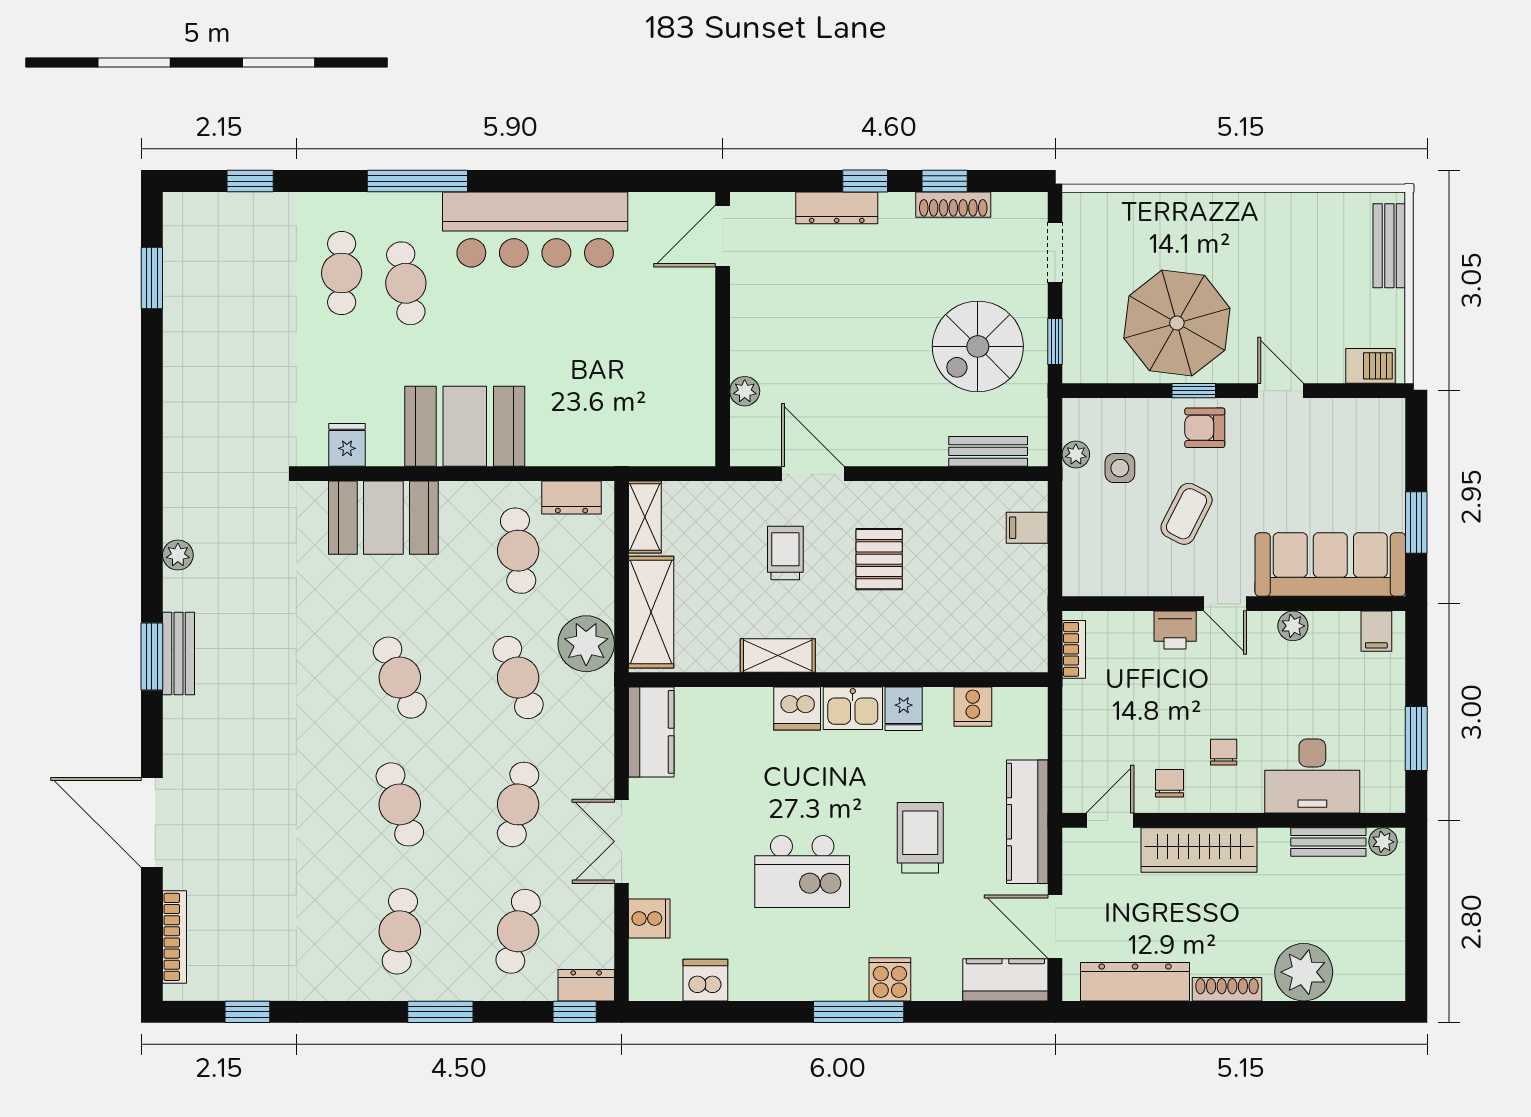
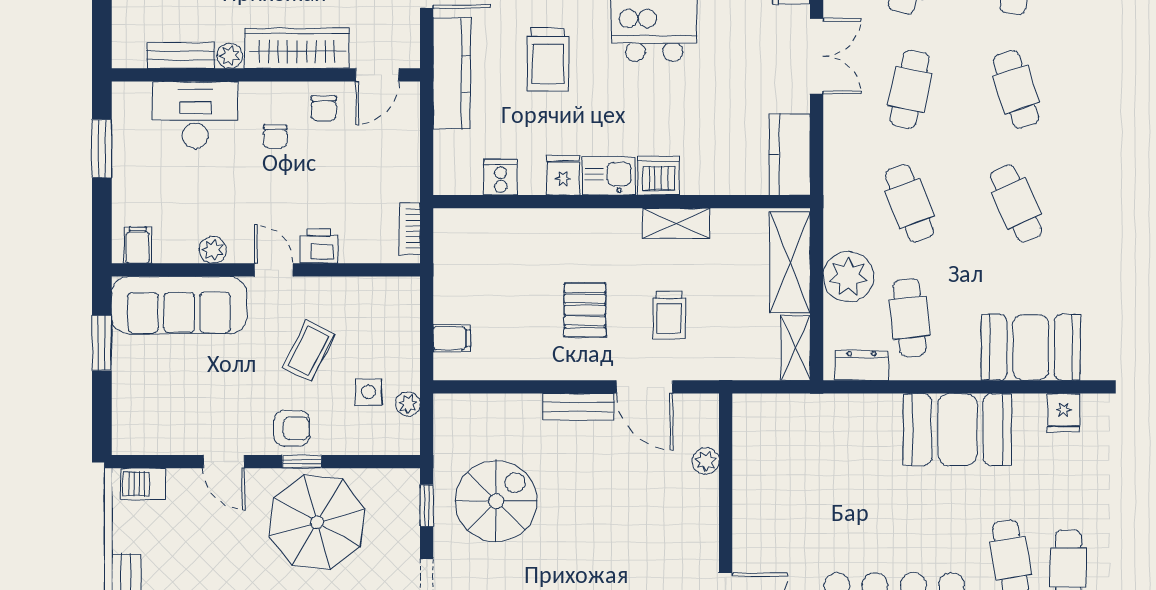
bench: (988, 451) -> (578, 407), moved
plant: (586, 644) -> (848, 277), moved
plant: (1383, 842) -> (230, 56), moved

